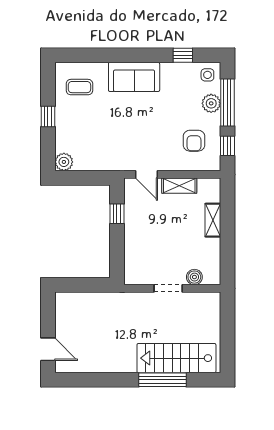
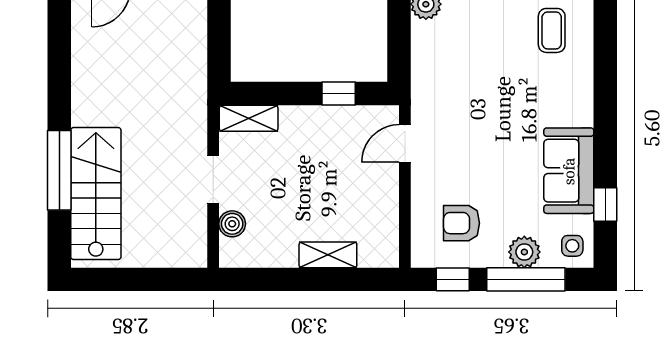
sofa: (134, 77) -> (569, 171), moved
shelving: (179, 186) -> (249, 118), moved, turned 90

